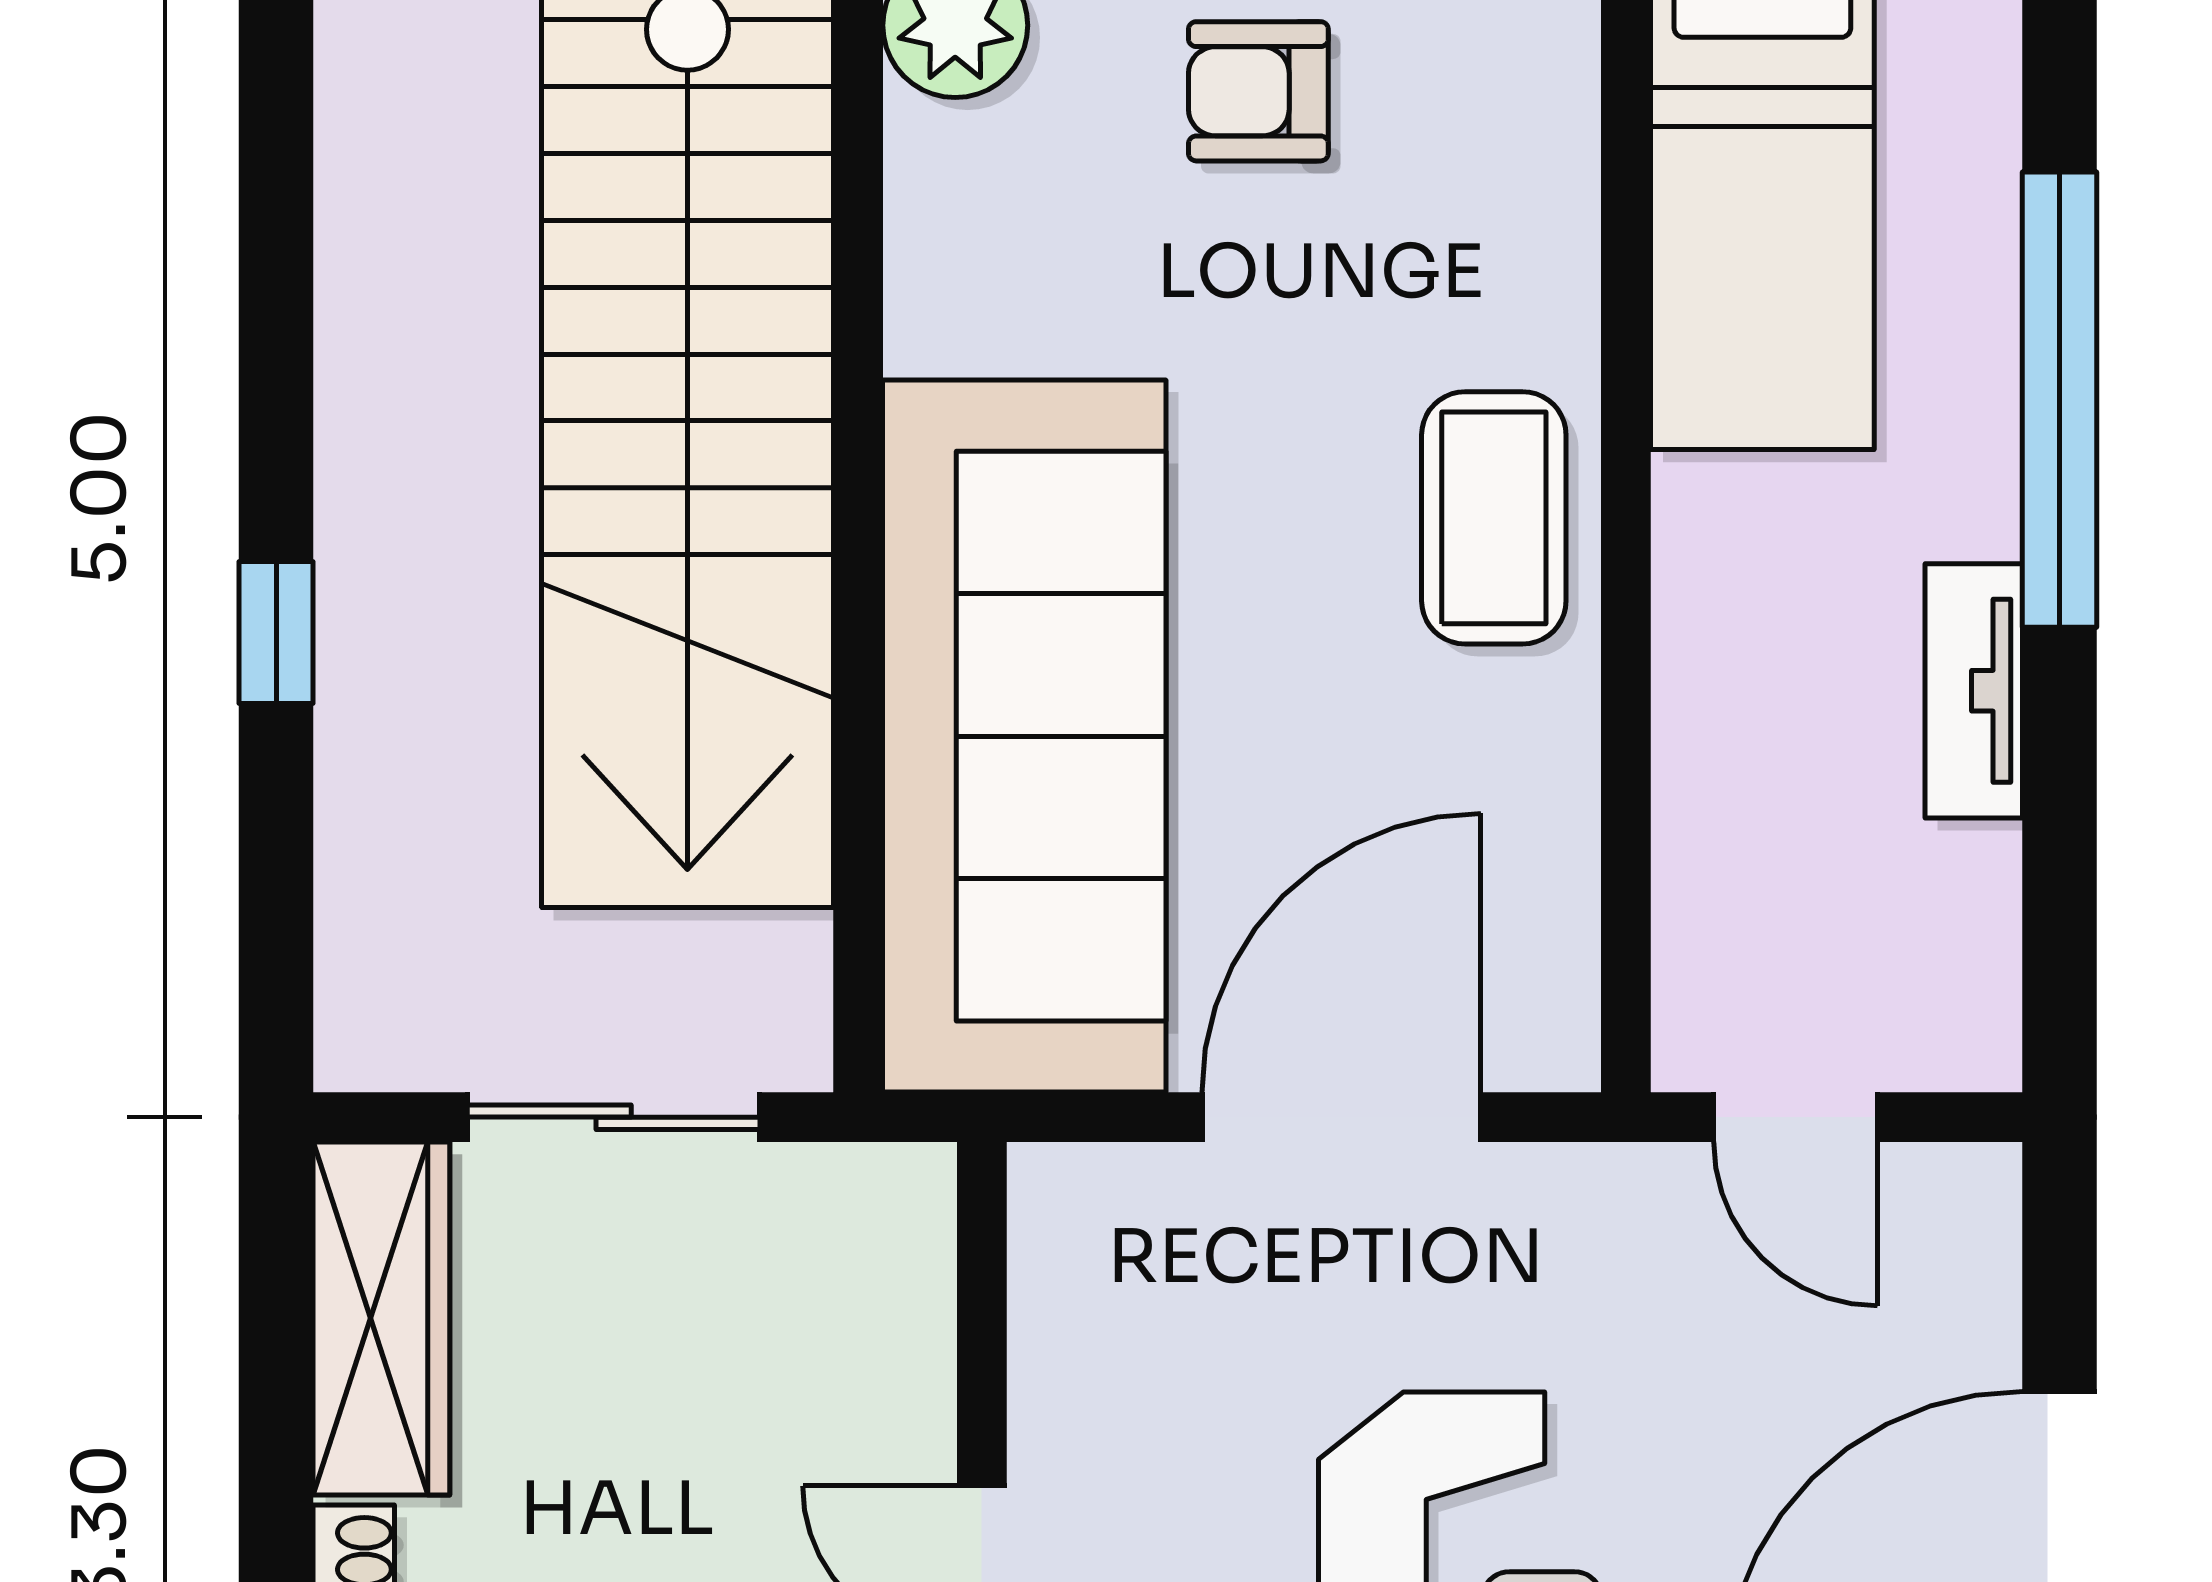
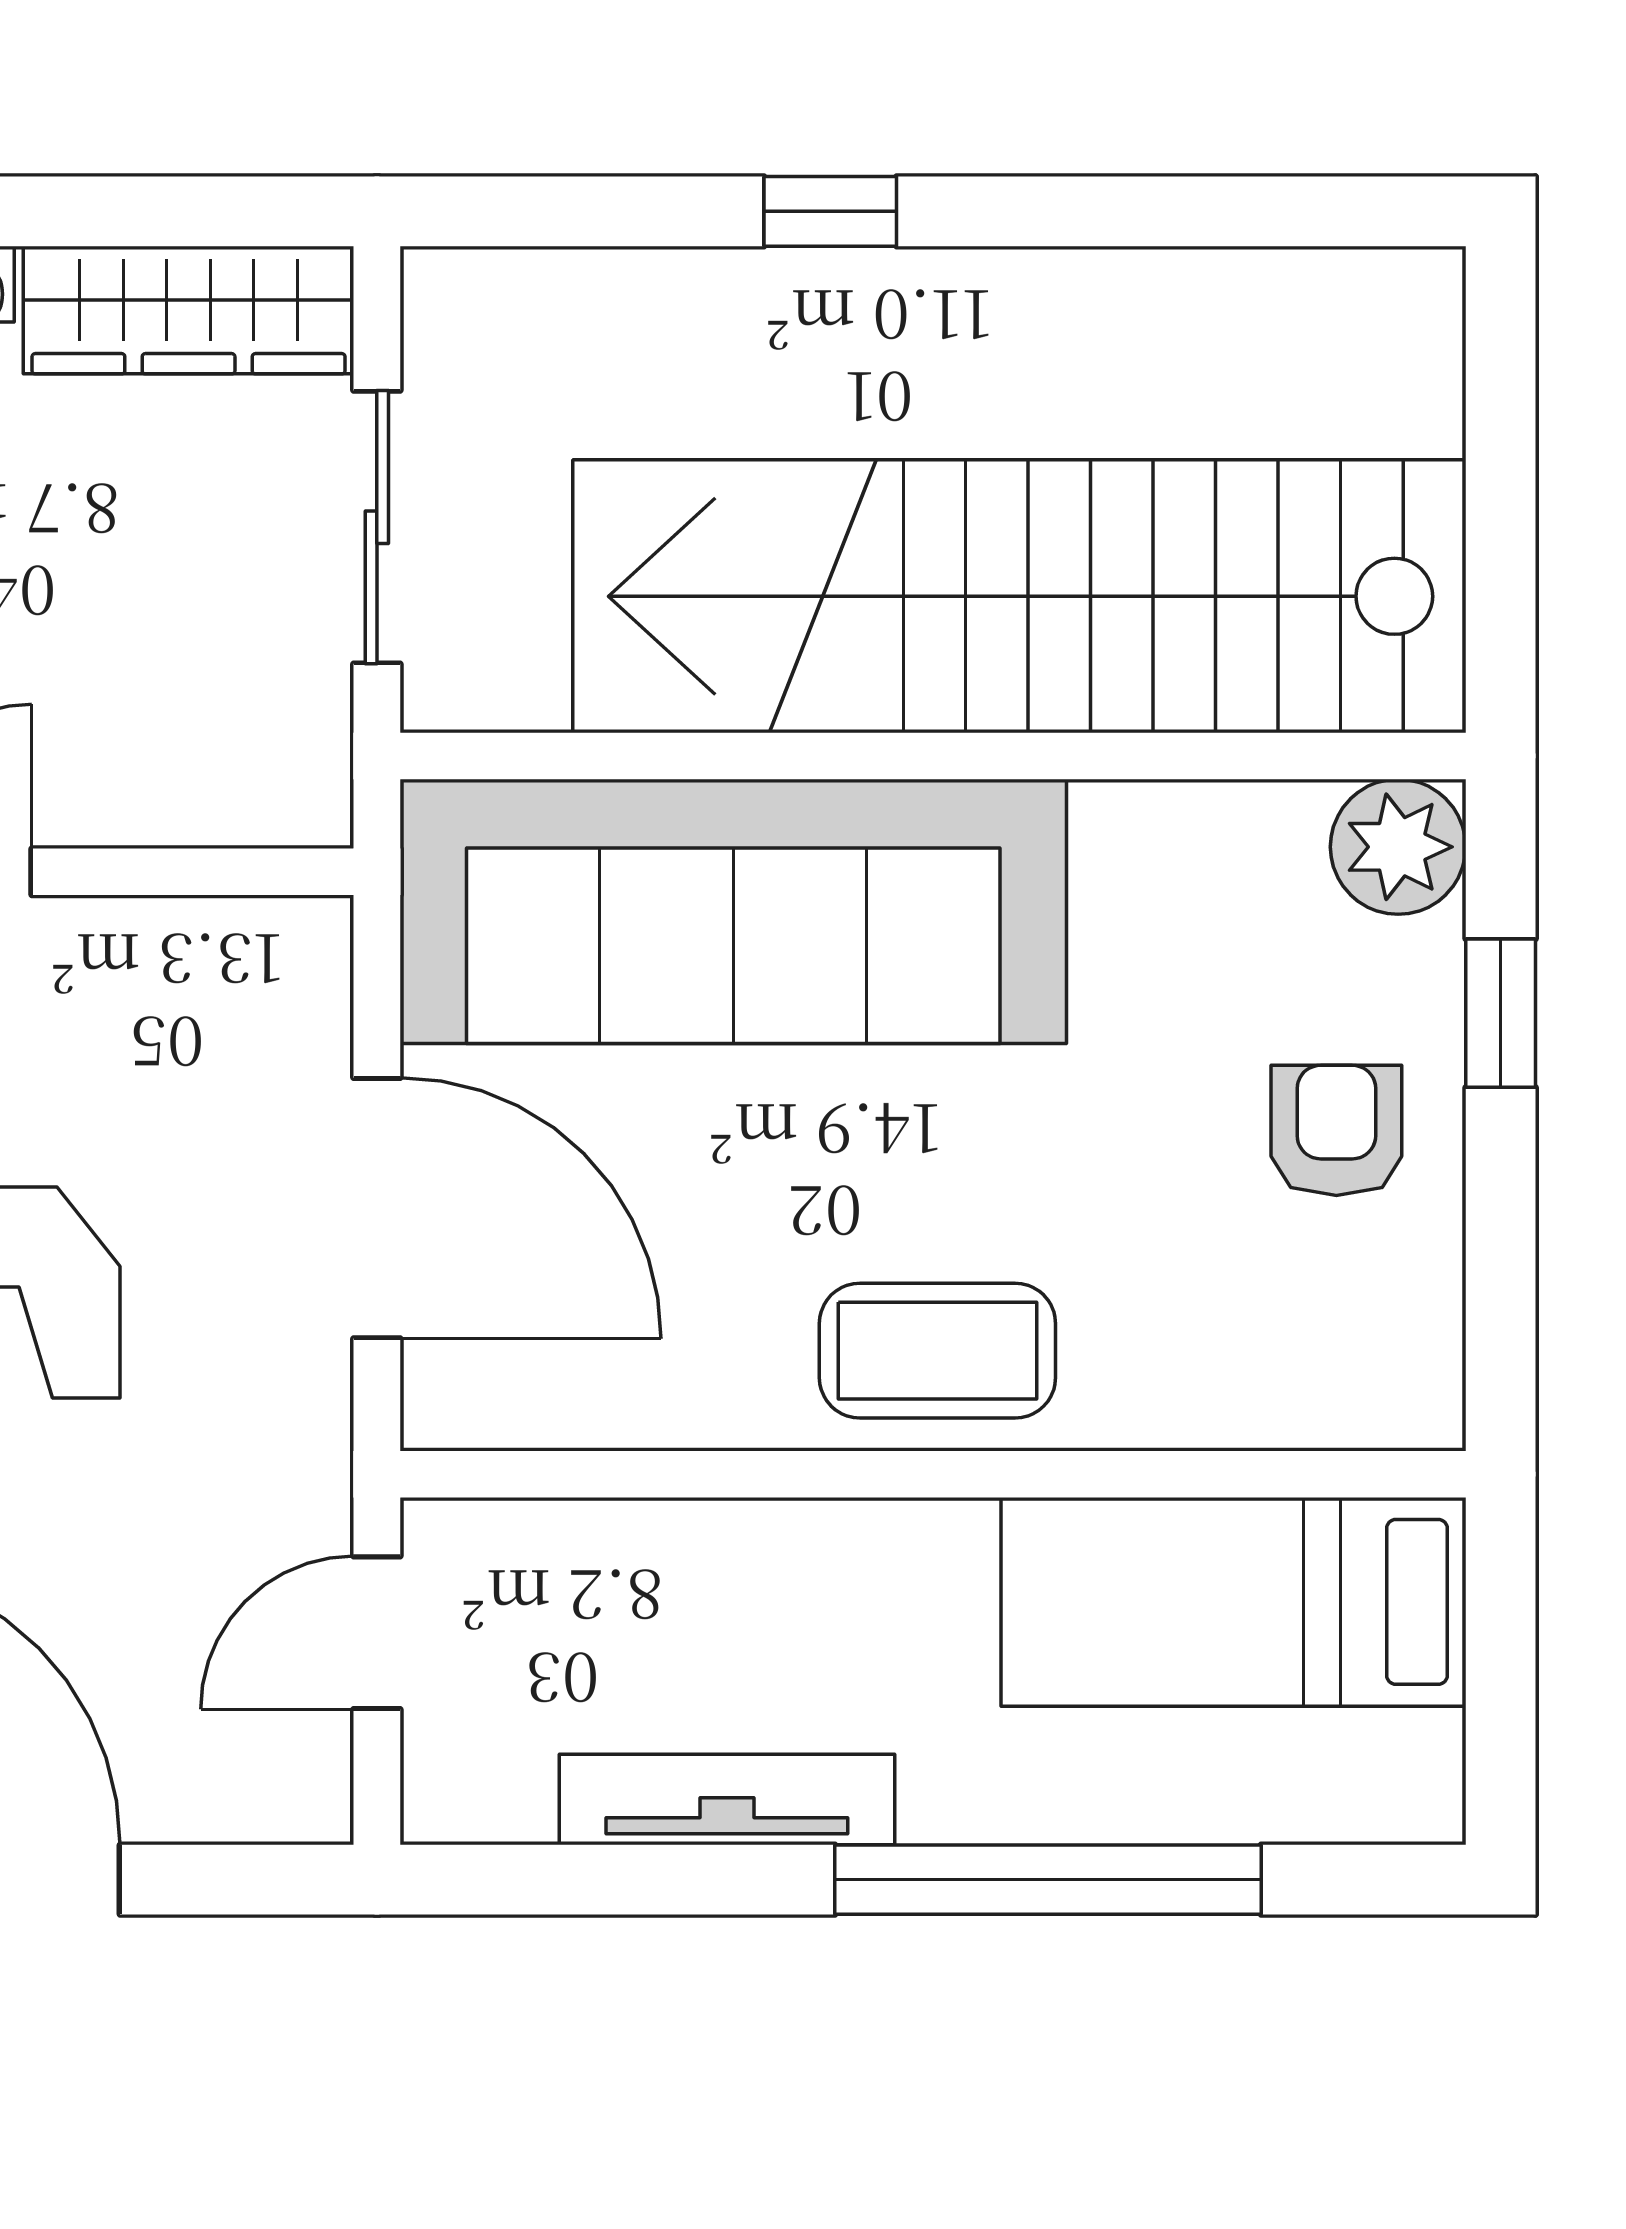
tv unit: (1974, 691) -> (727, 1799), width x1.41

